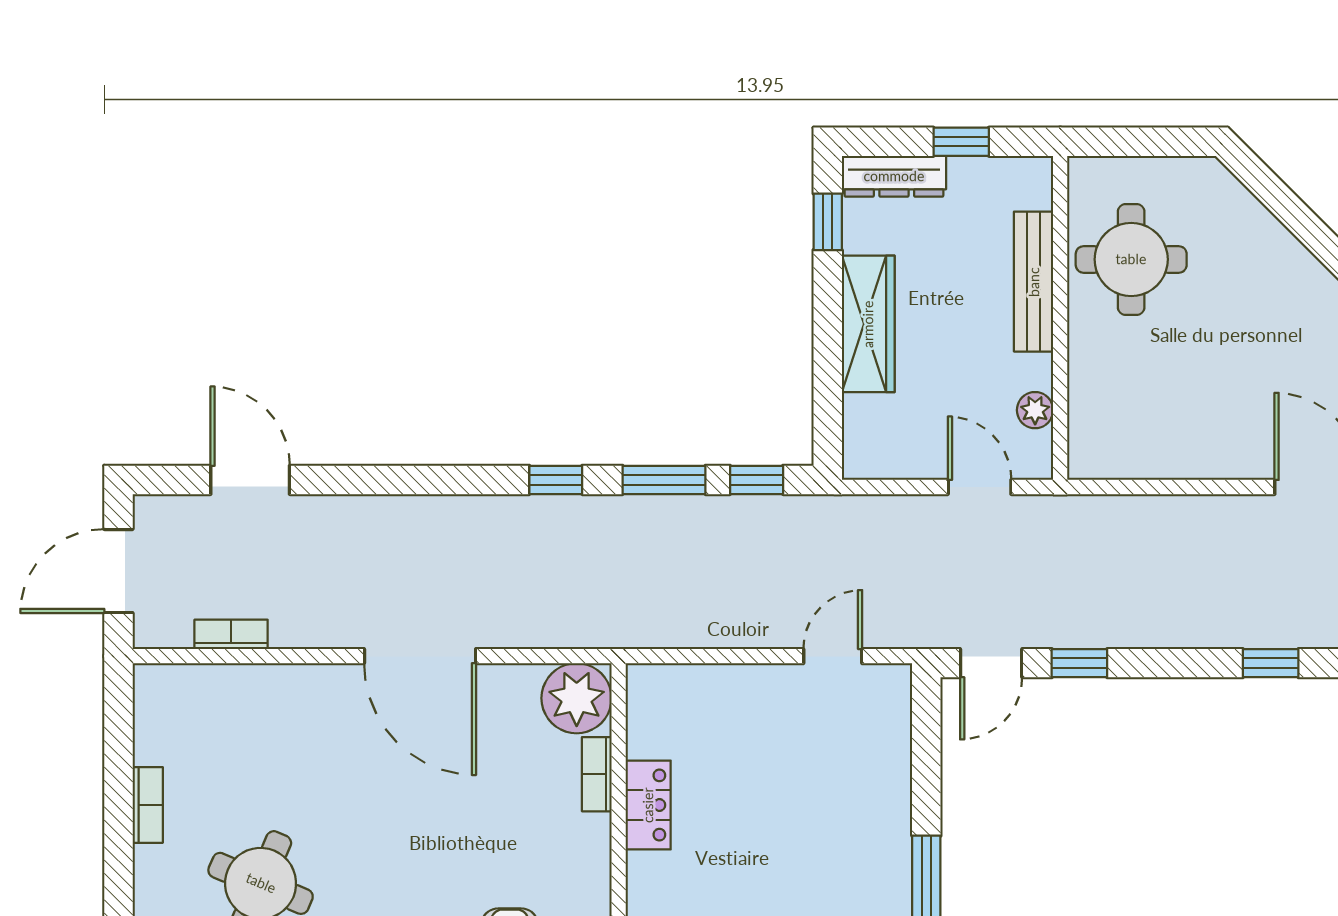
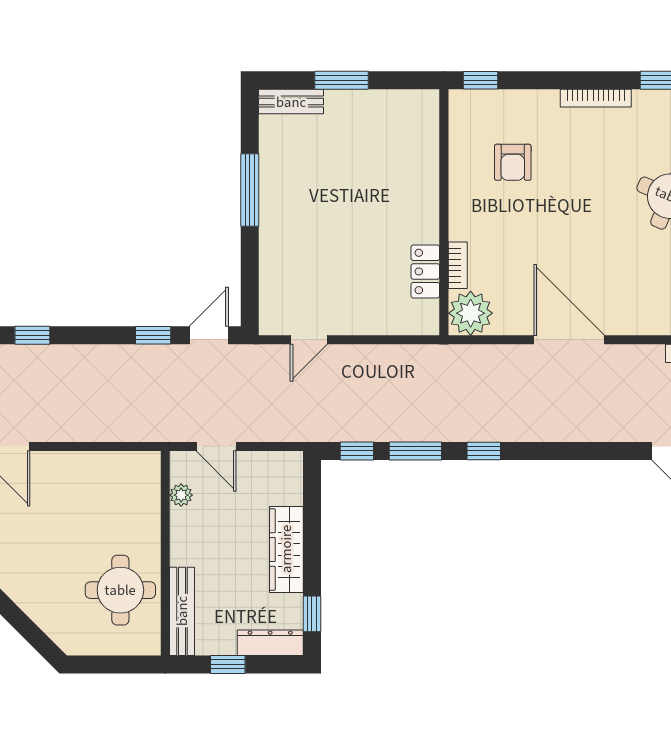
bench: (1034, 282) -> (182, 611), moved
locker: (648, 805) -> (425, 271), moved

